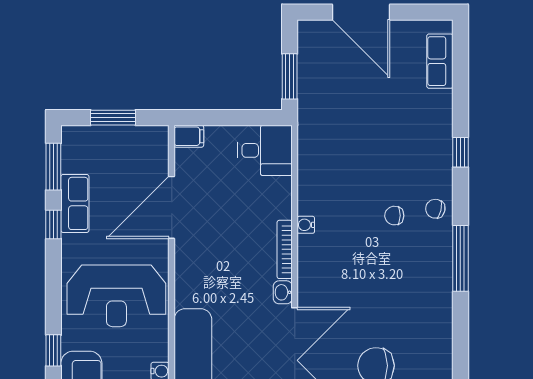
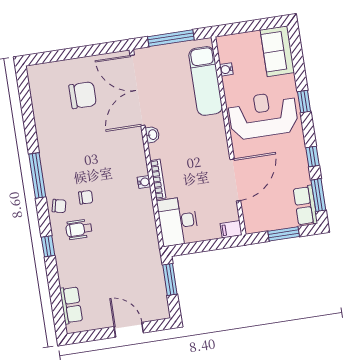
door: (361, 12) -> (129, 330), width x0.73
desk: (265, 150) -> (178, 221), width x1.37
wheelchair: (411, 170) -> (79, 229), added
row of seats: (75, 203) -> (305, 206), moved
bookcase: (285, 249) -> (158, 179), moved
window: (53, 350) -> (304, 101), moved

